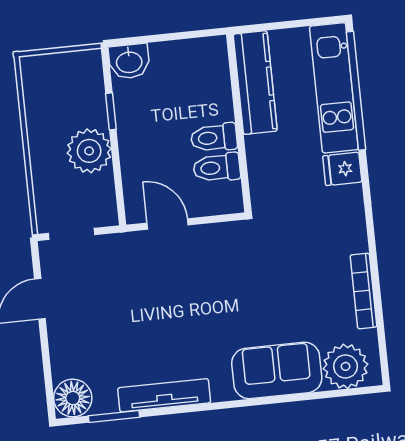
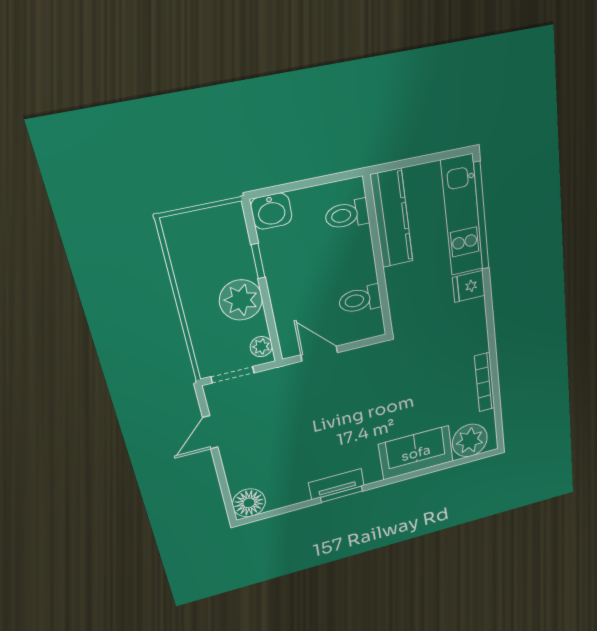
toilet: (214, 138) -> (347, 215), moved
plant: (105, 206) -> (261, 347), added
tv unit: (164, 395) -> (336, 484), width x0.71
window: (114, 416) -> (342, 494), moved

